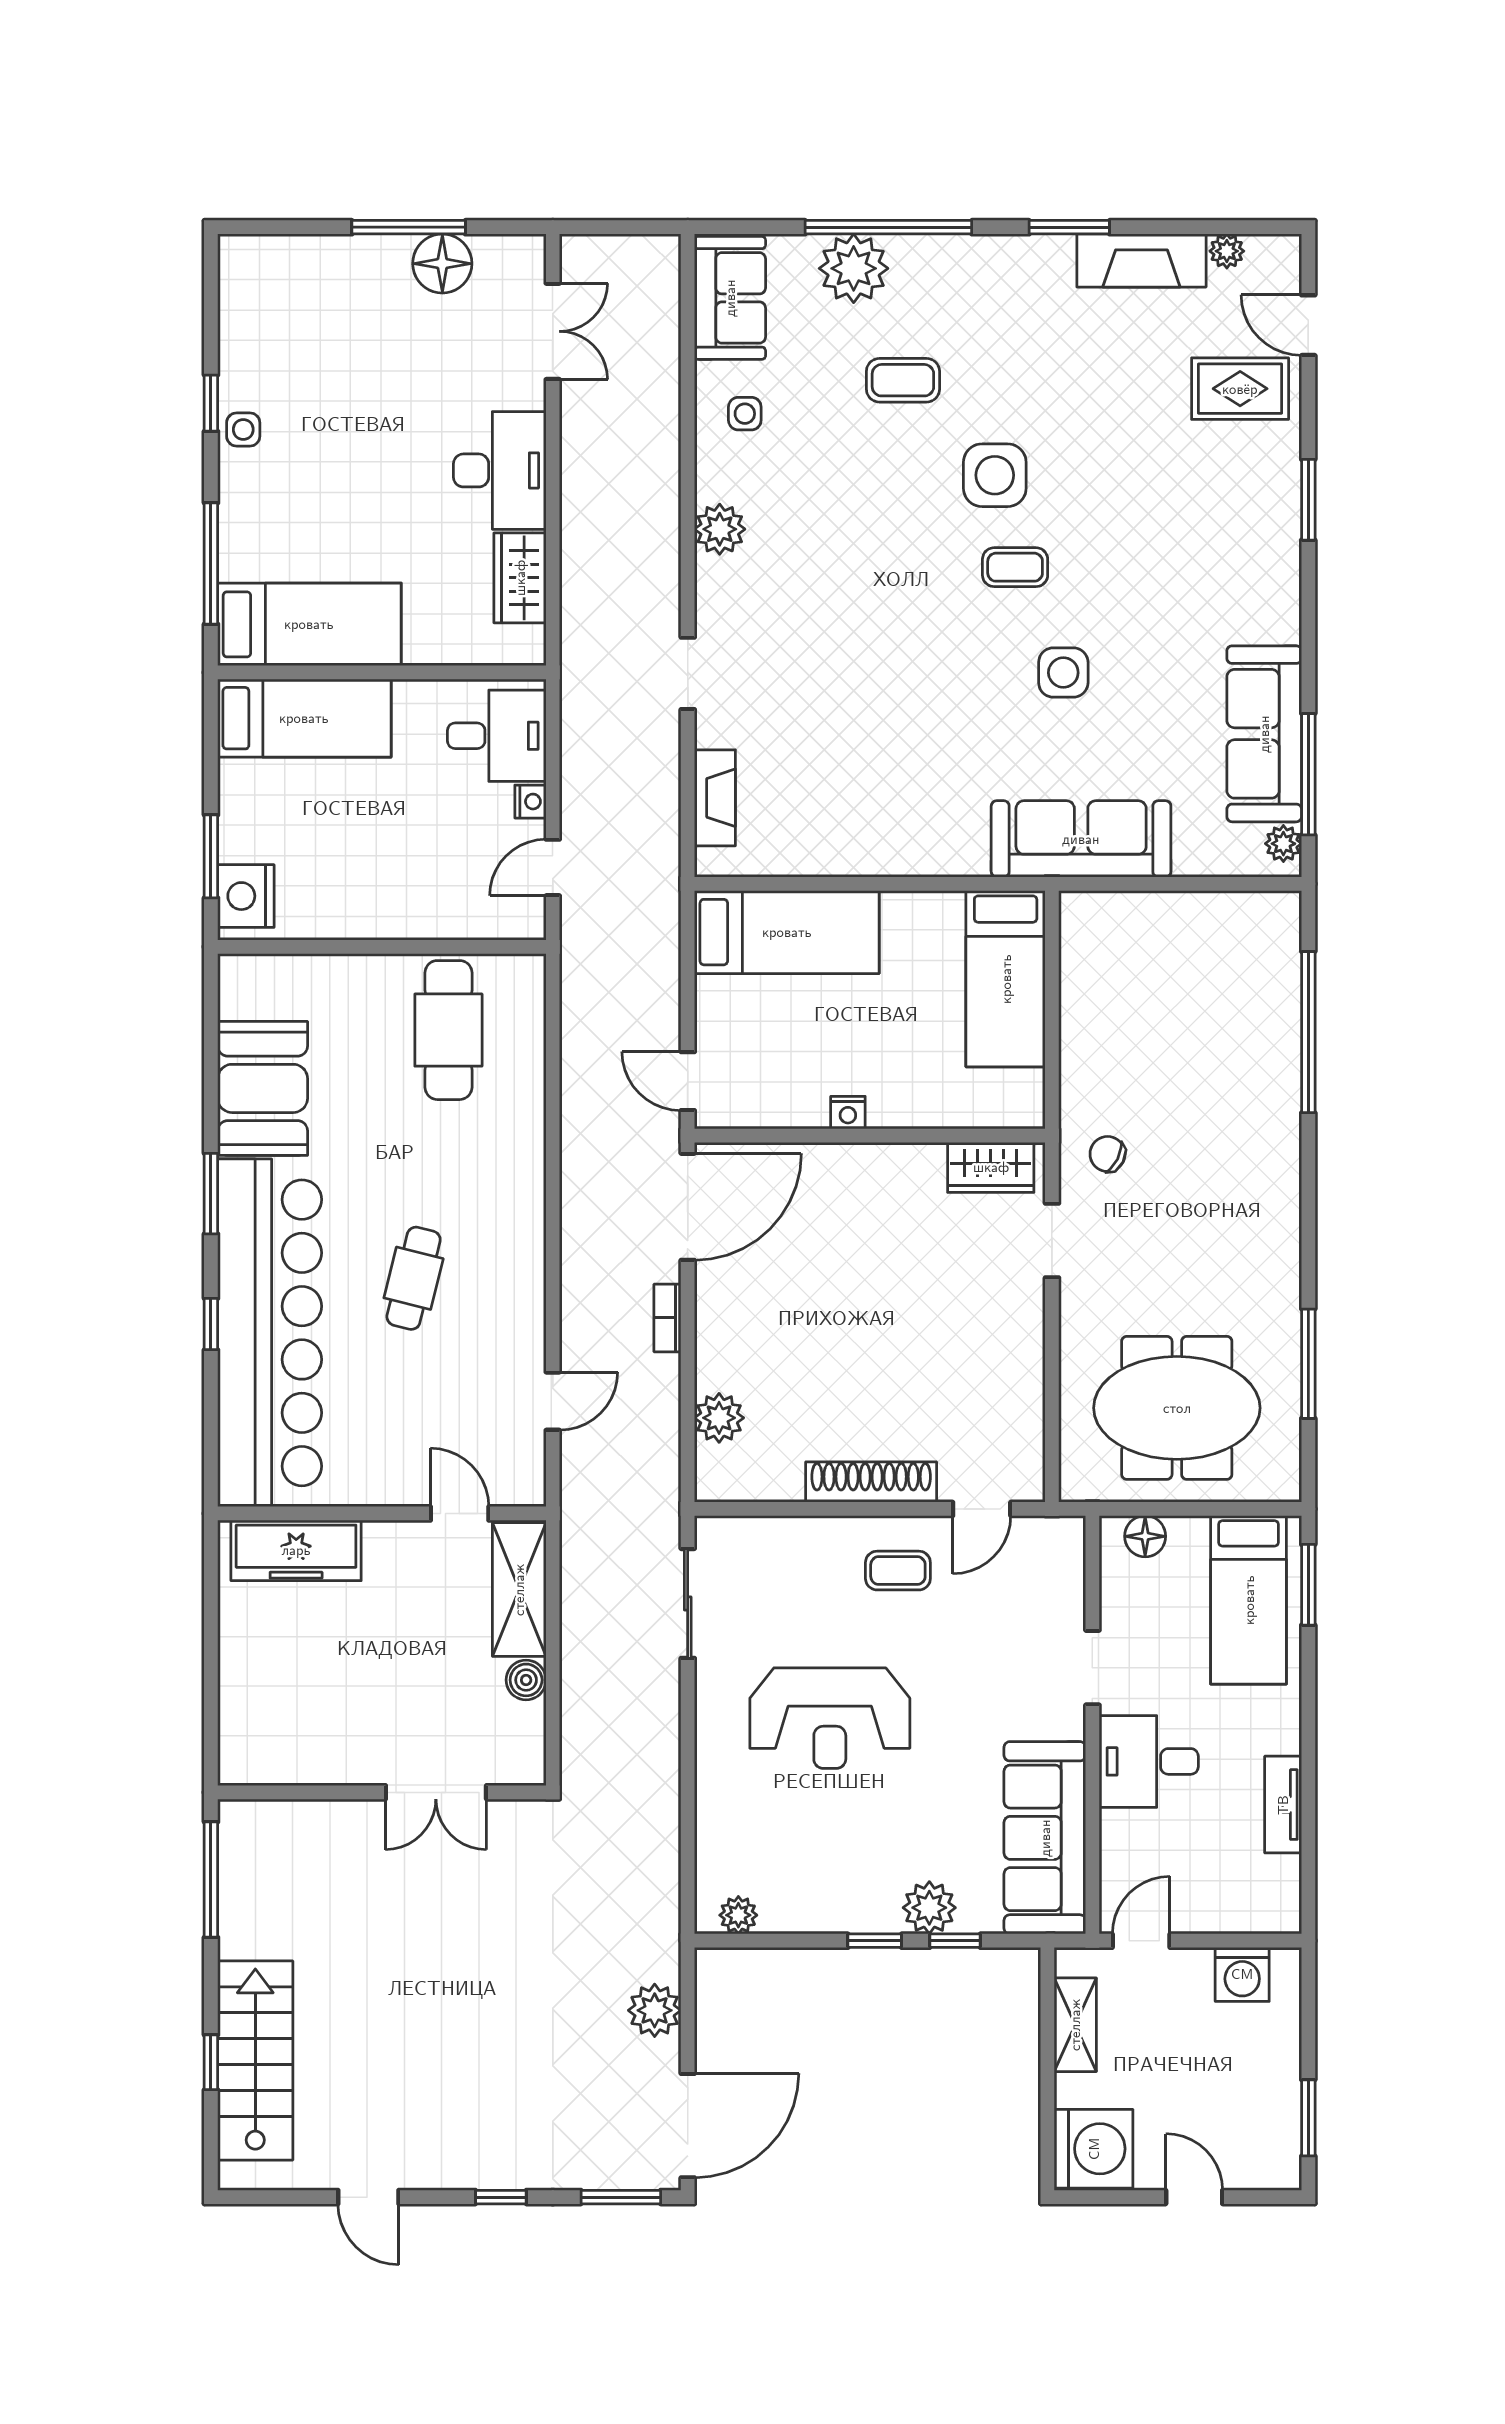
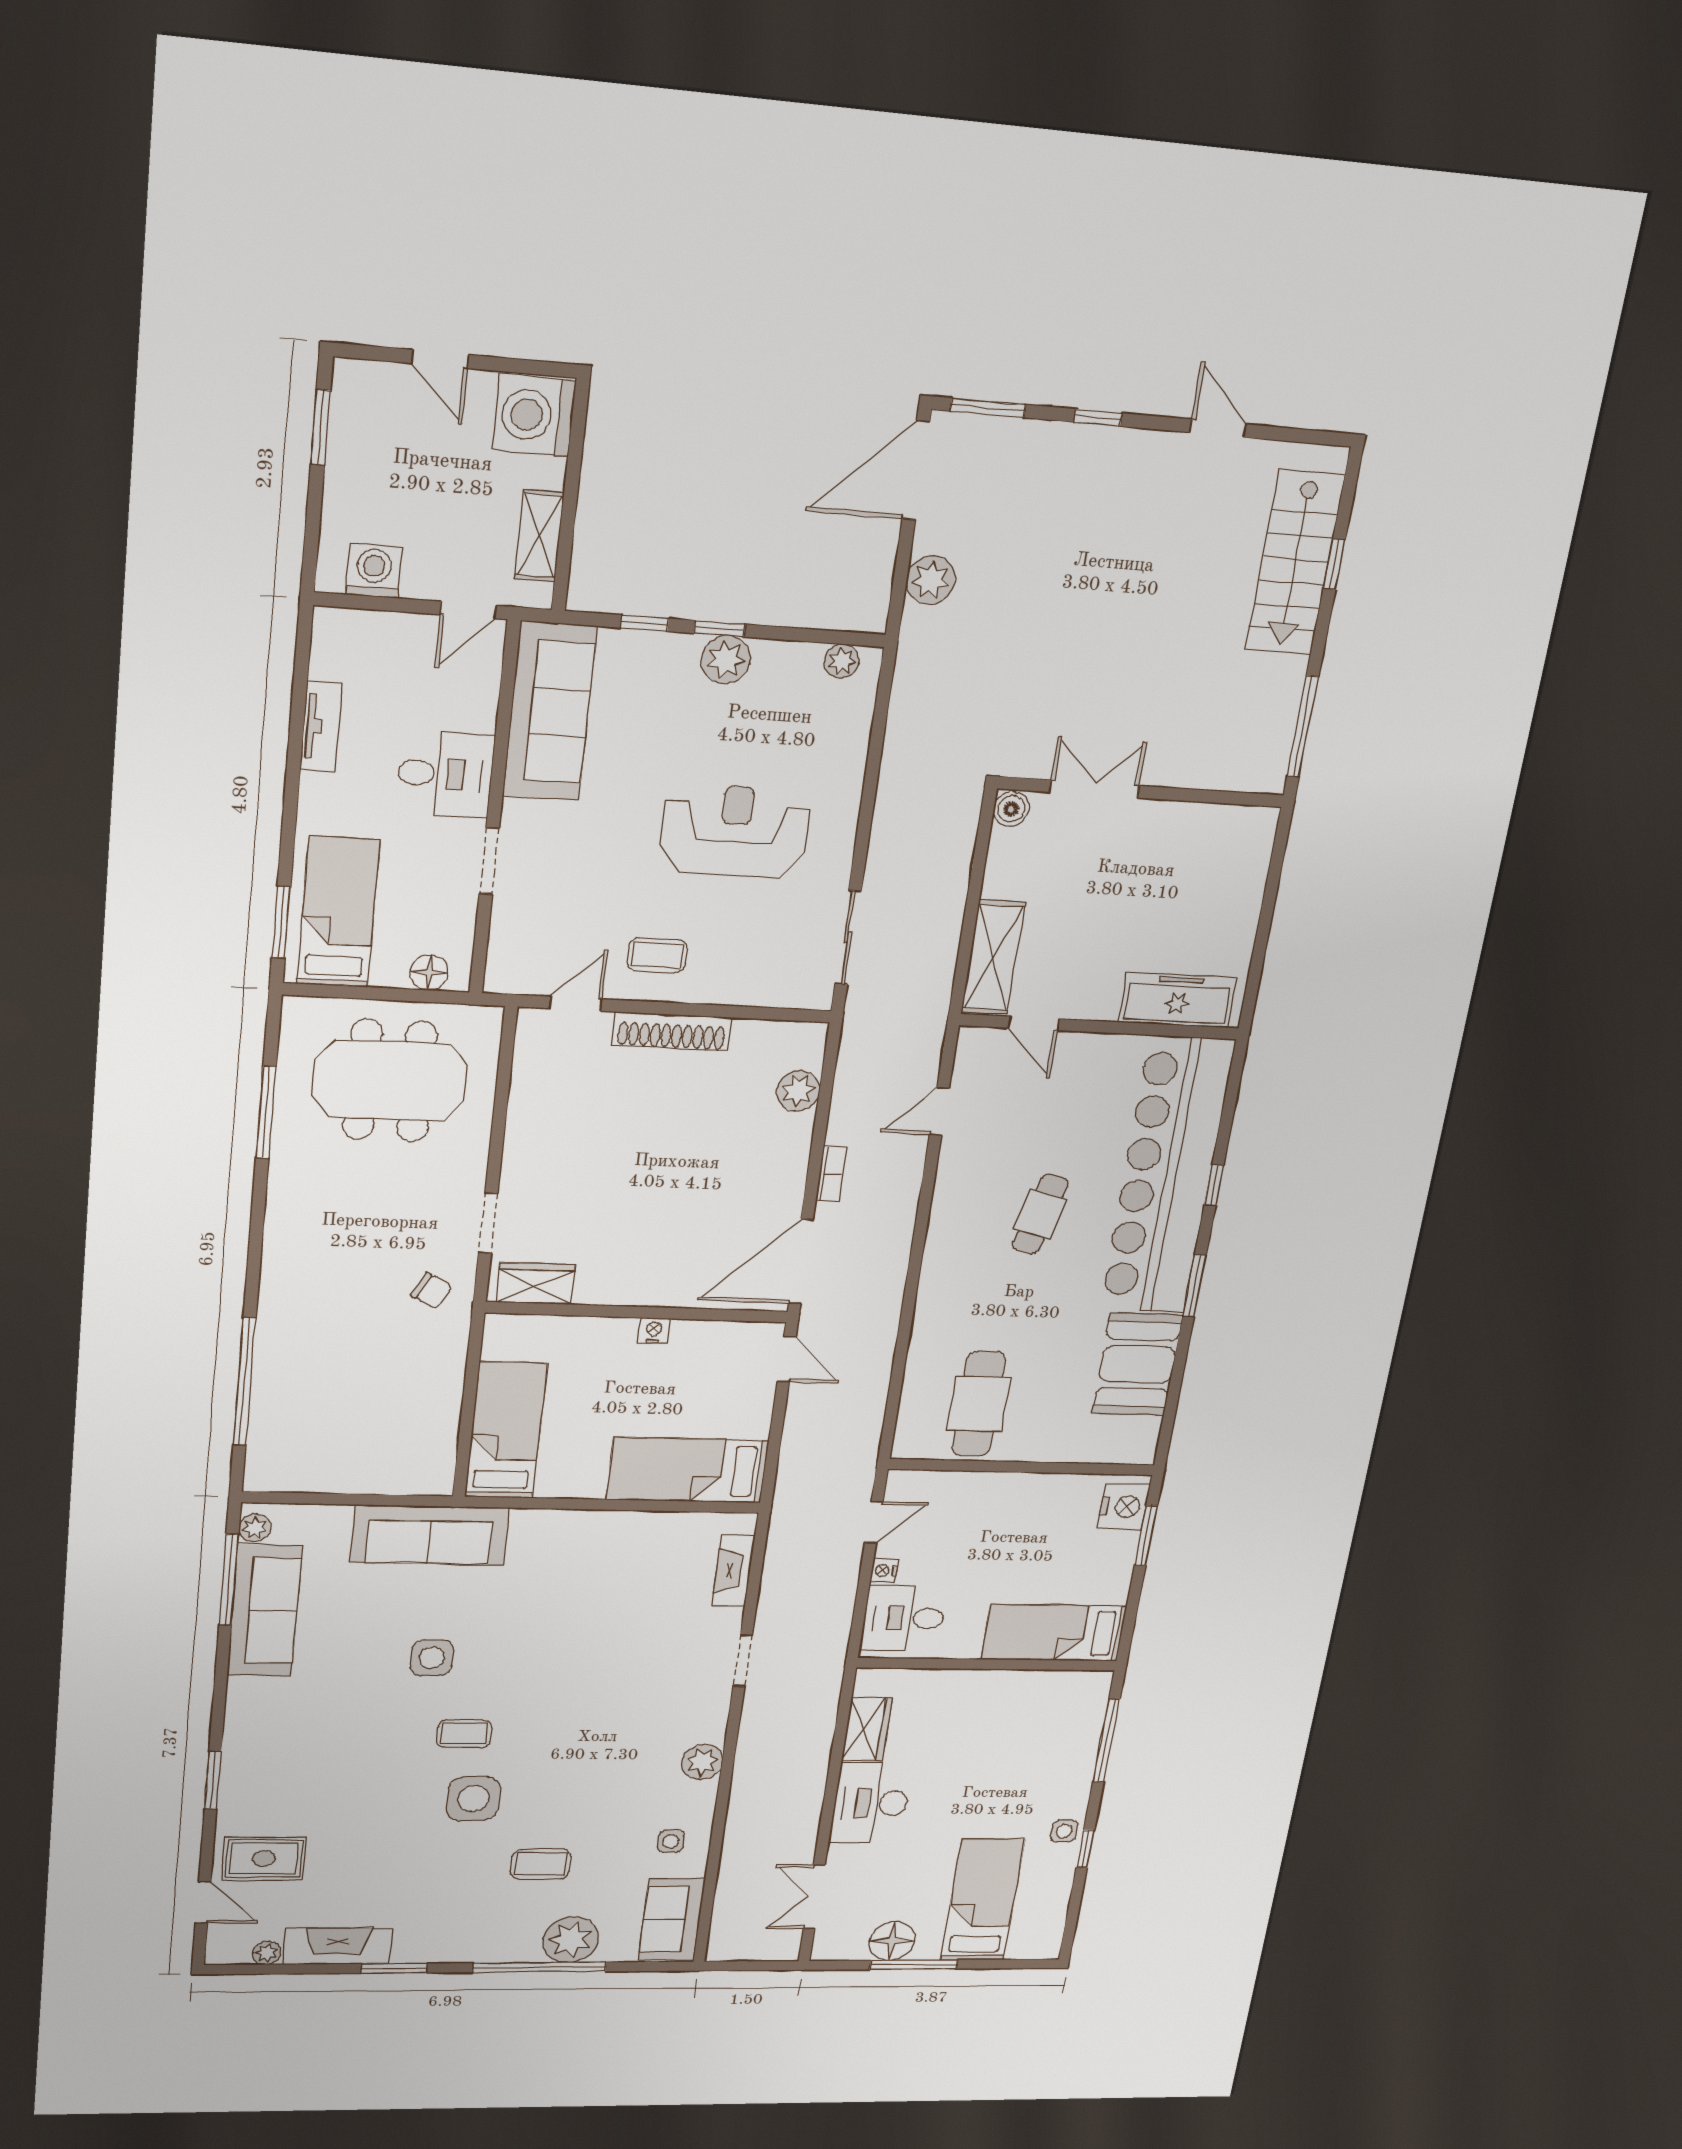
bed: (309, 624) -> (983, 1900), moved, turned 90
boiler: (526, 1680) -> (1011, 809), moved
plant: (929, 1908) -> (726, 660), moved

